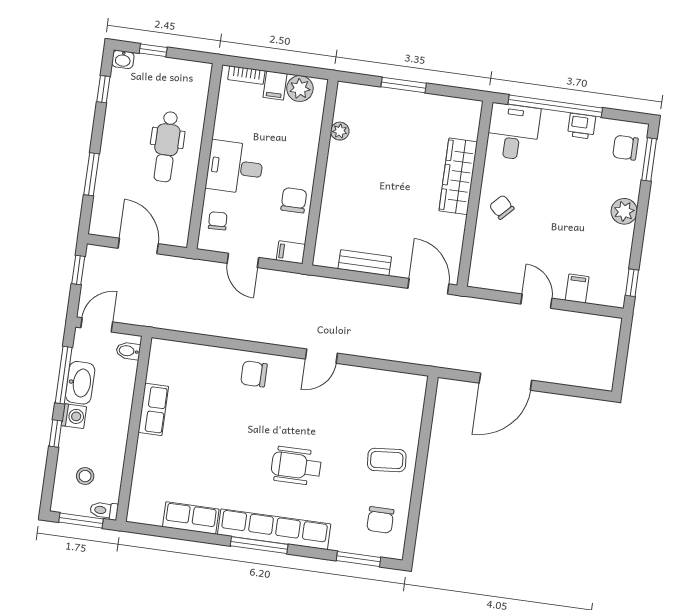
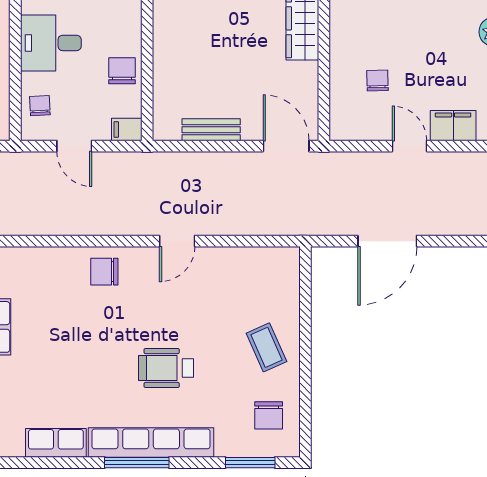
chair: (502, 207) -> (378, 80), moved, turned 45
filing cabinet: (577, 289) -> (453, 126), width x2.00
coffee table: (387, 460) -> (266, 347), turned 71

